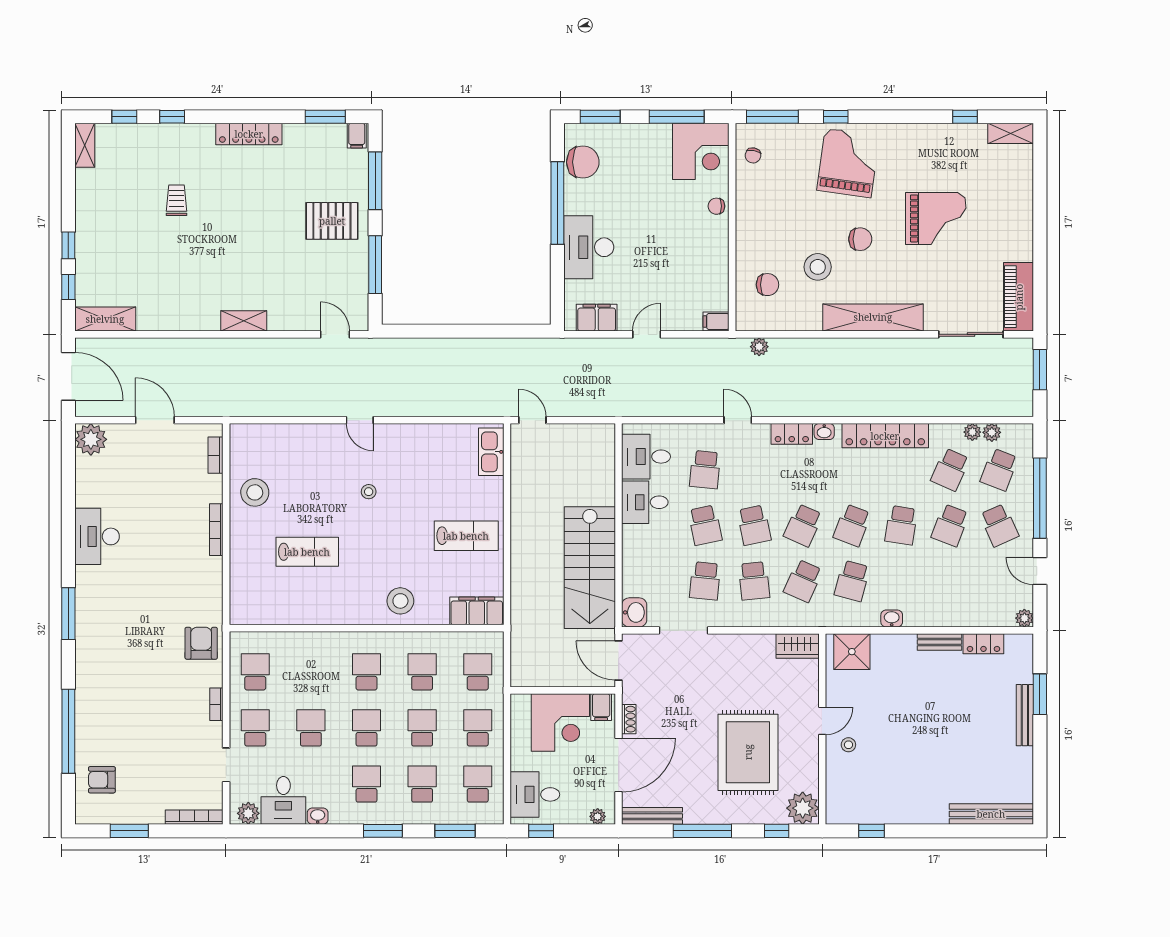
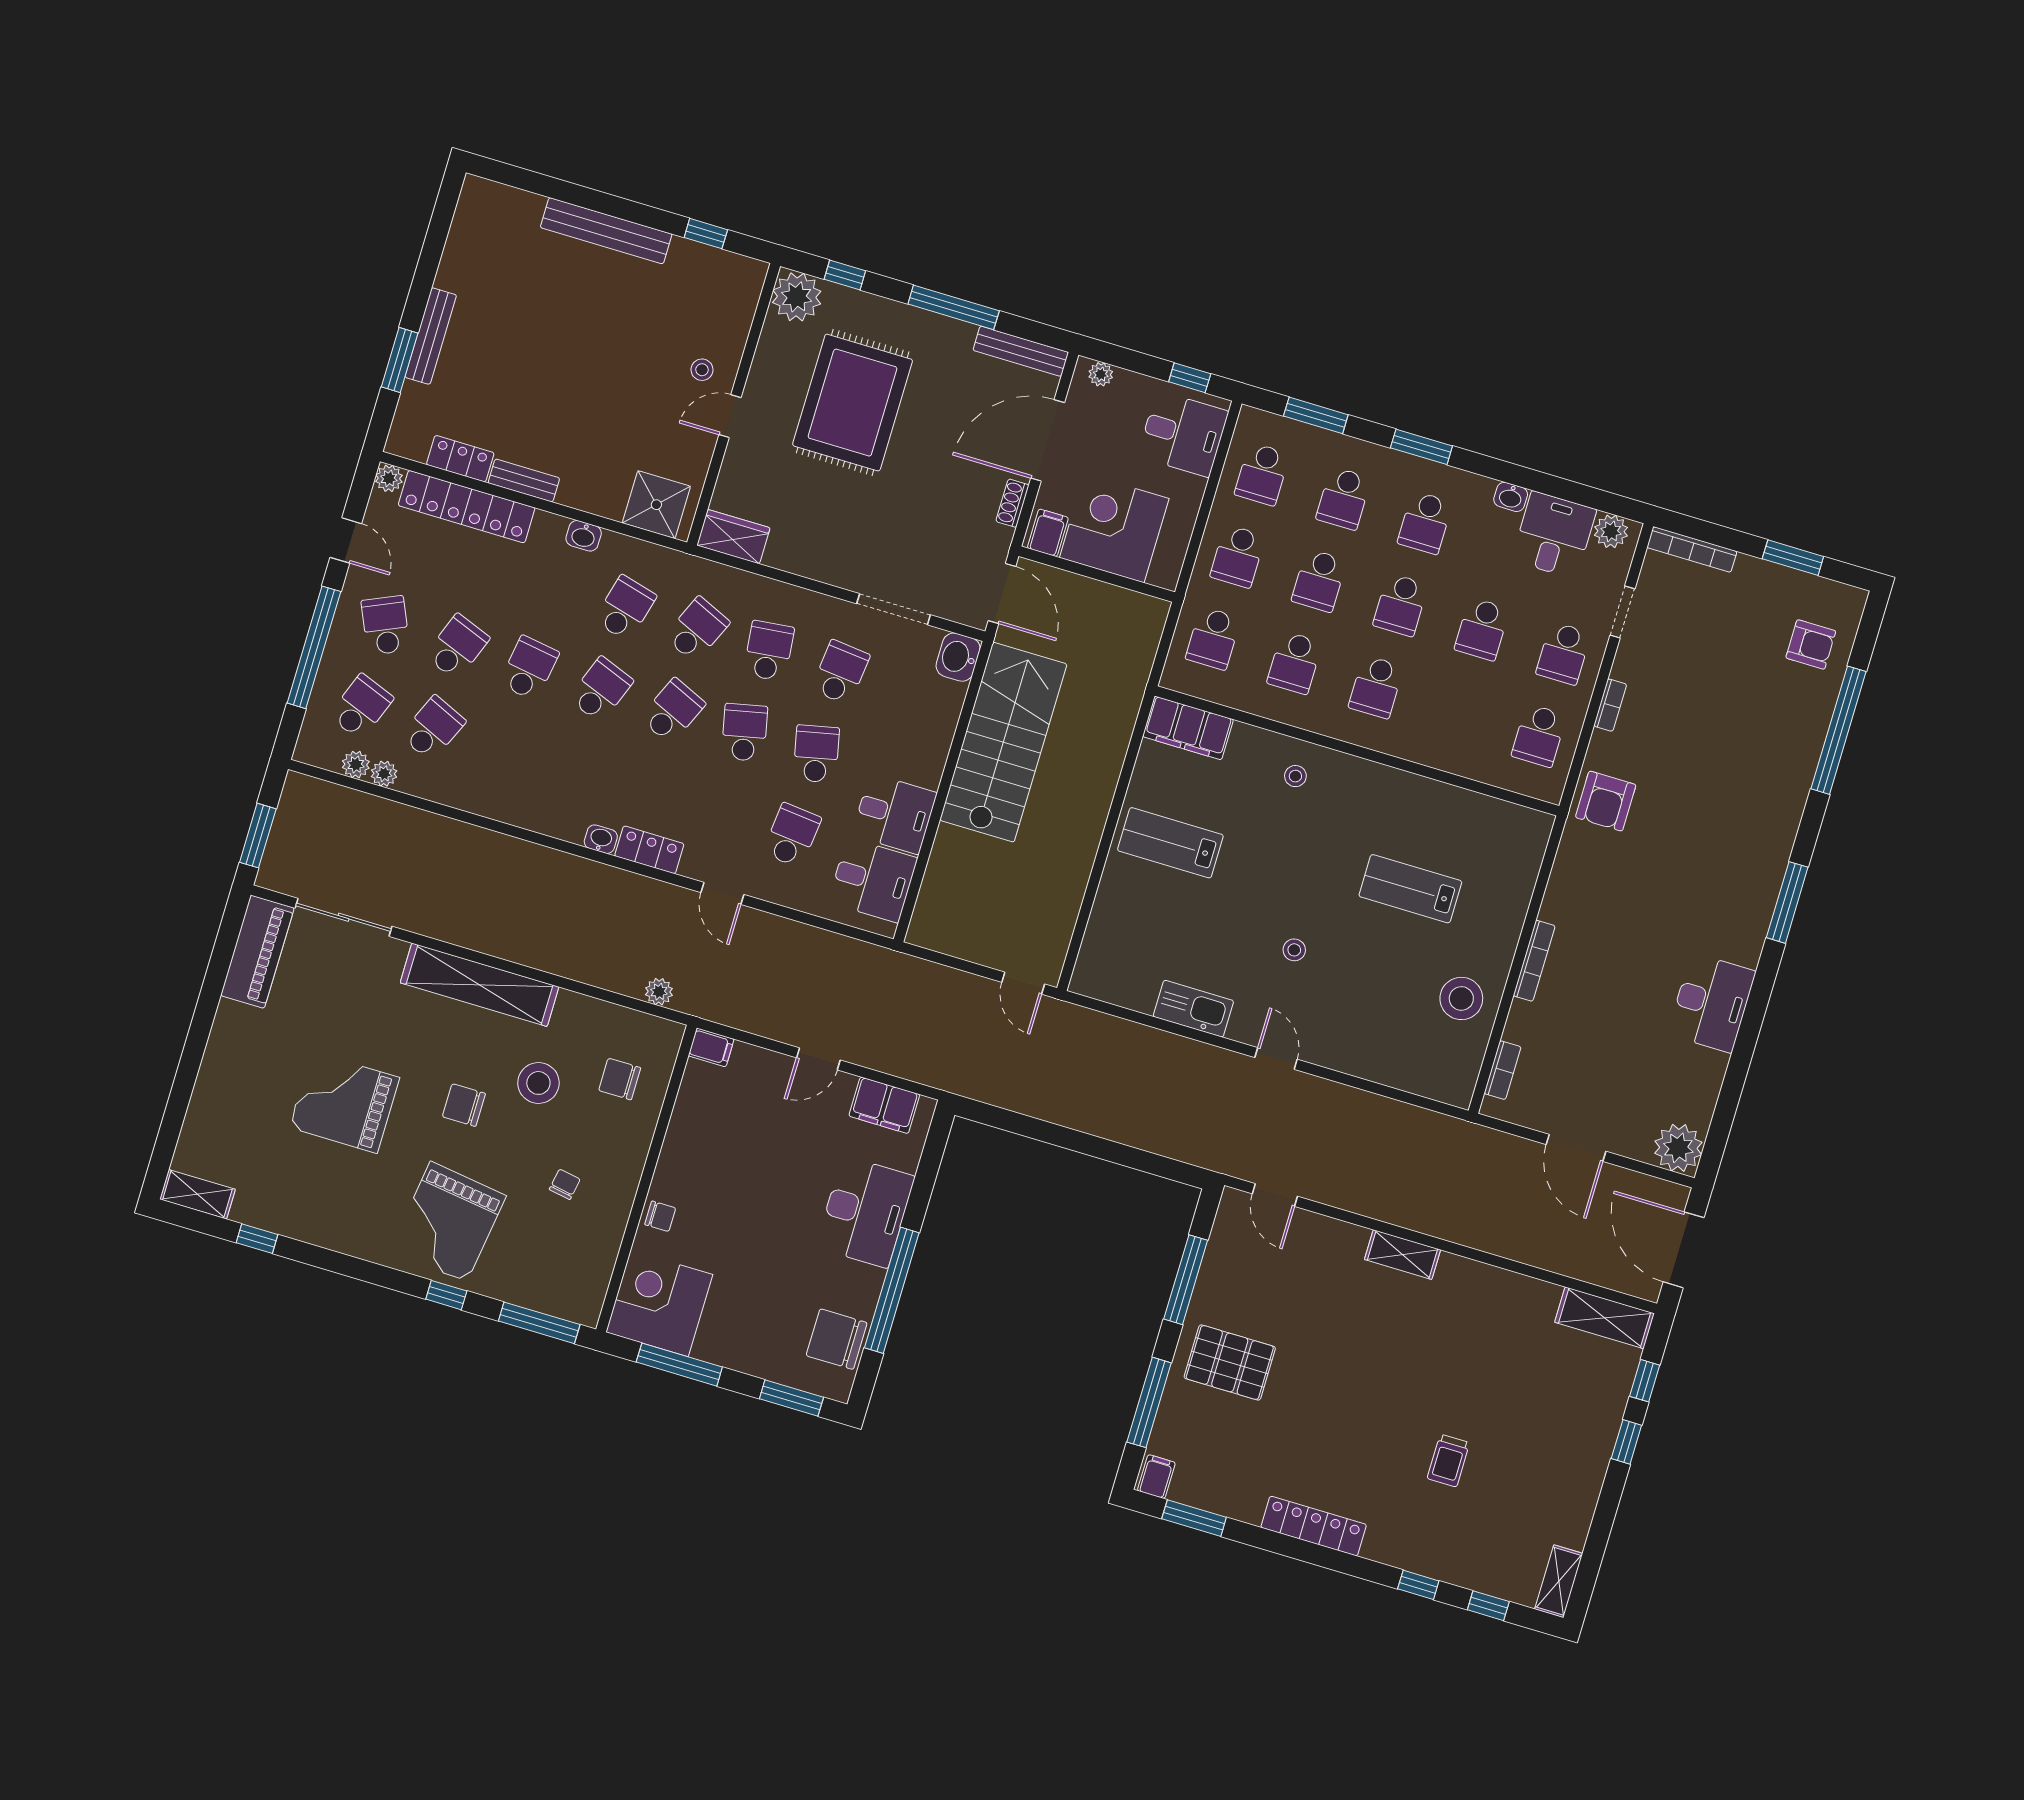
chair: (753, 155) -> (565, 1184), moved
locker: (885, 436) -> (467, 507), moved, turned 180
kitchen sink: (491, 452) -> (1193, 1009), moved, turned -90
stool: (400, 601) -> (1295, 776), width x0.53, depth x0.53
bench: (991, 814) -> (606, 231), moved

